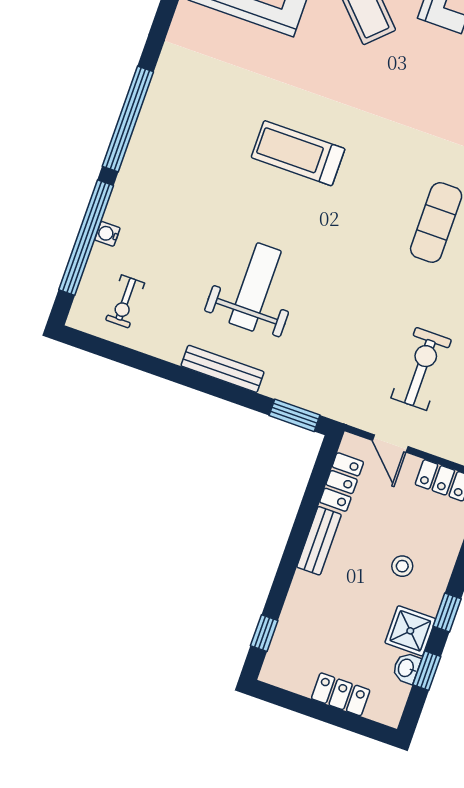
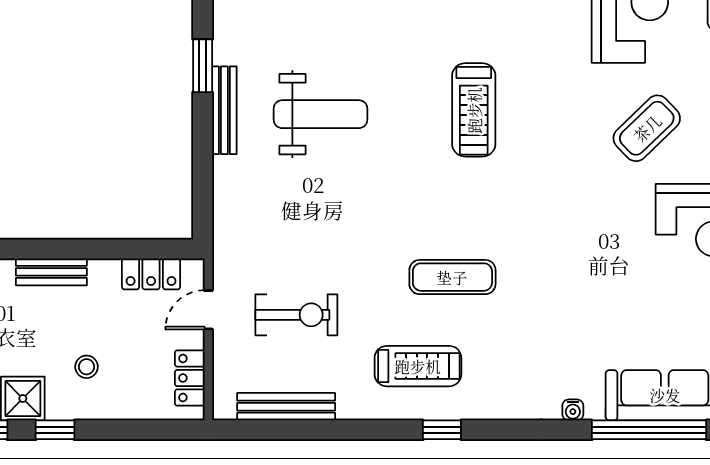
treadmill: (298, 153) -> (474, 110), turned 180
window: (295, 415) -> (203, 66), moved
bench: (319, 541) -> (51, 272), moved

